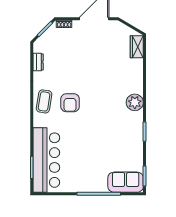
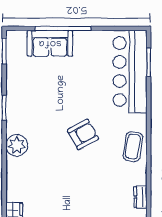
armchair: (70, 103) -> (83, 134), moved, turned 61
sofa: (126, 182) -> (50, 43), moved

